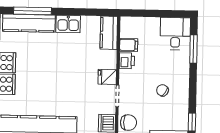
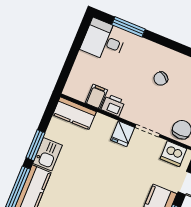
window: (72, 12) -> (35, 145), added

